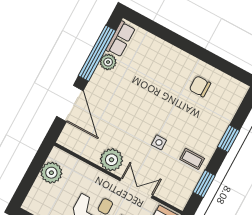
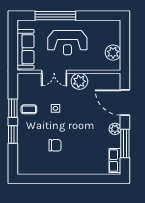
window: (97, 53) -> (125, 144), width x0.68
plant: (108, 62) -> (115, 129), moved
chair: (200, 86) -> (55, 145), moved
window: (204, 184) -> (13, 108), moved

